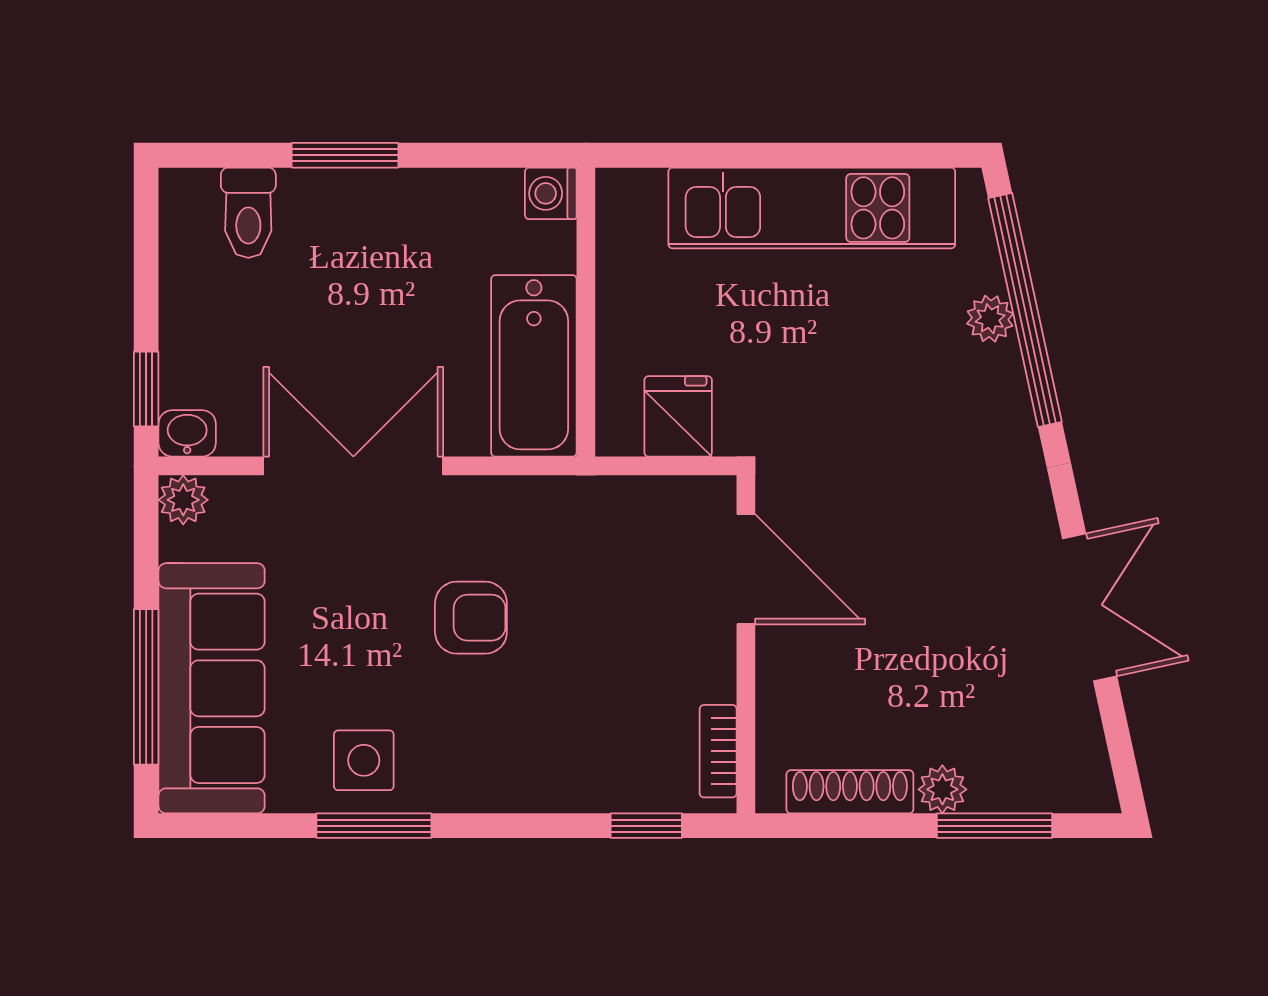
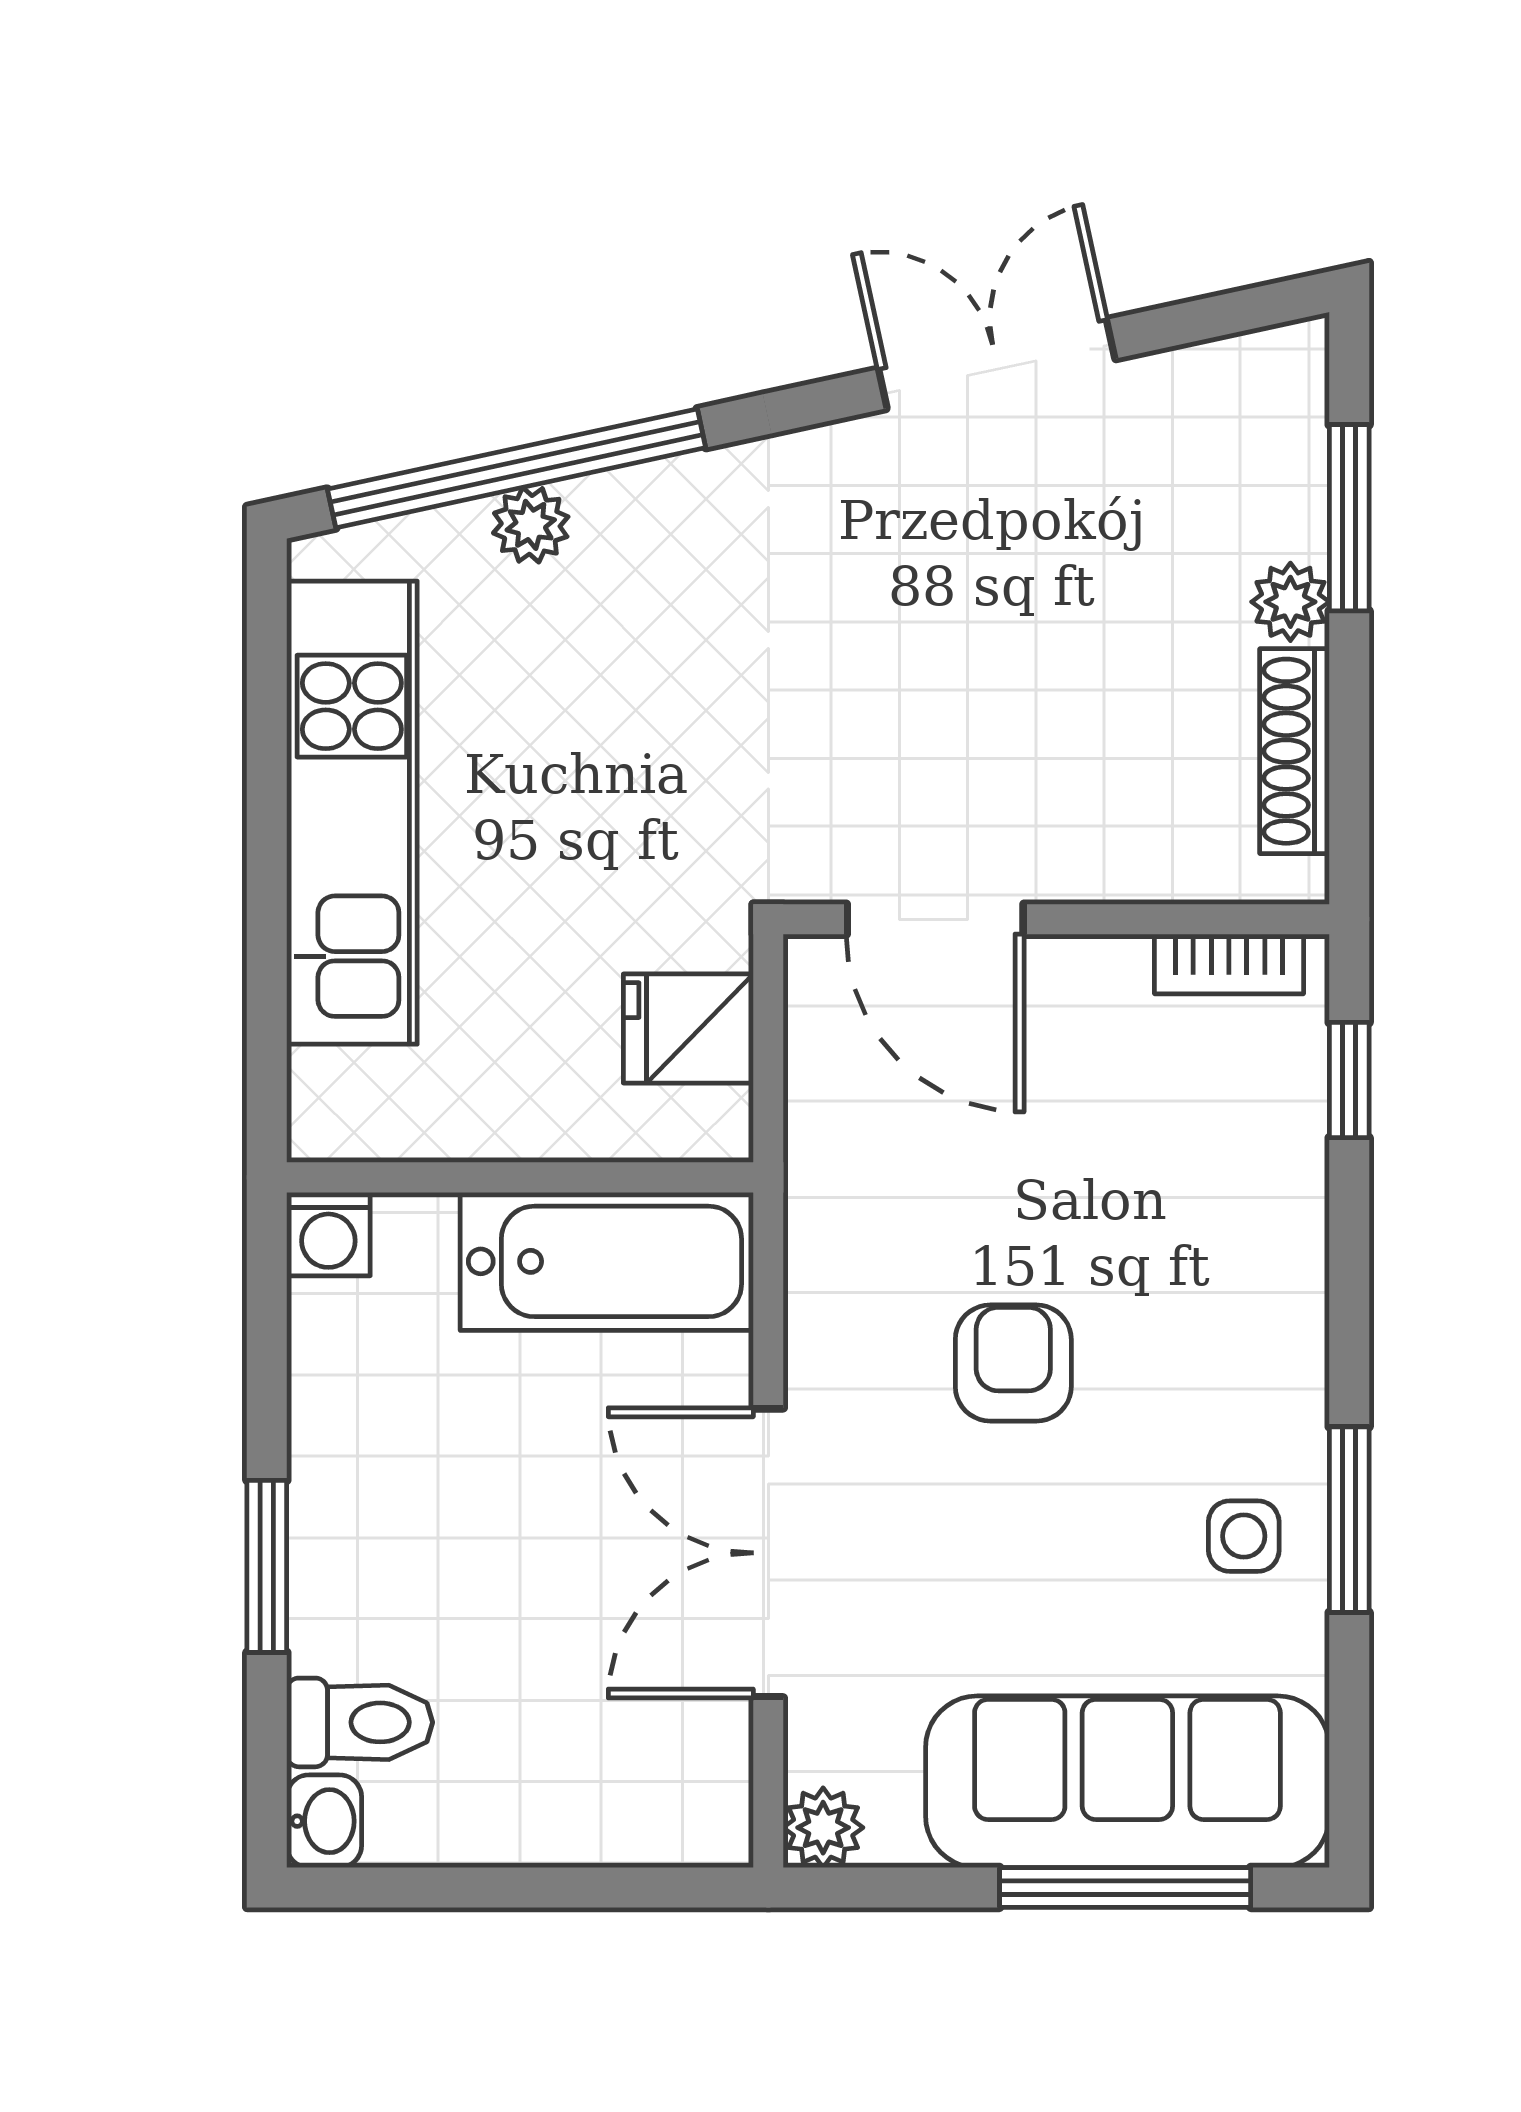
window: (146, 389) -> (644, 1887), removed
washbasin: (187, 433) -> (324, 1821), moved, turned 180
door: (746, 569) -> (935, 919), swing flipped
side table: (364, 760) -> (1244, 1536), width x0.73, depth x0.73

